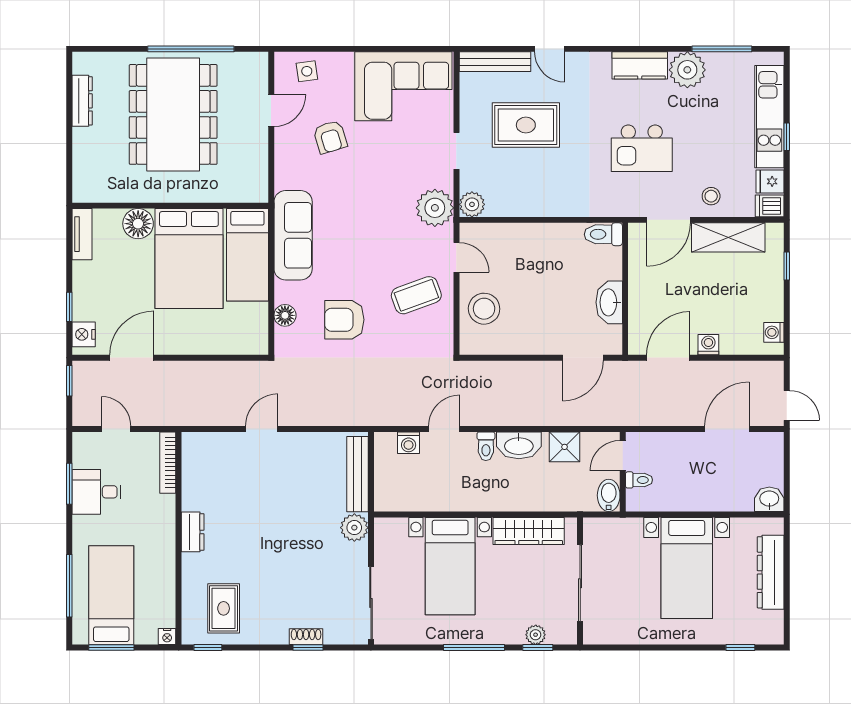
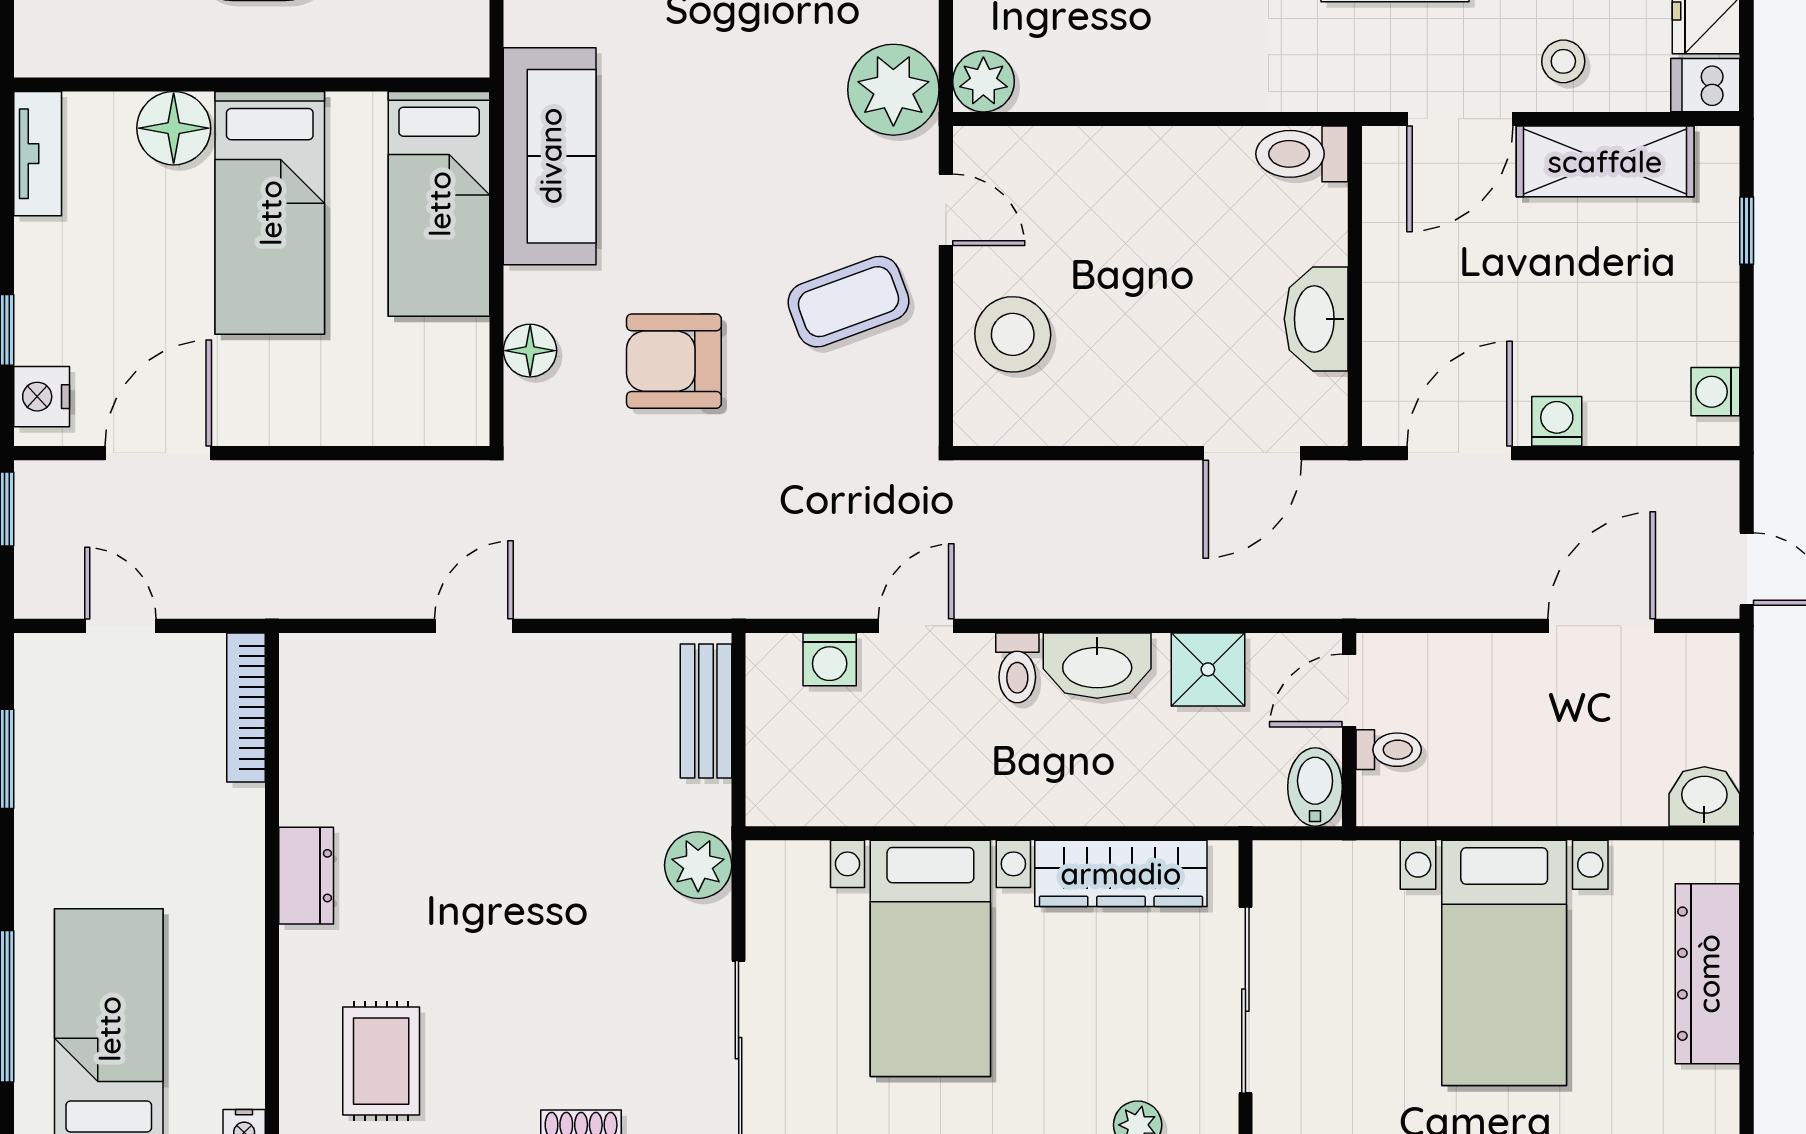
bed: (189, 259) -> (270, 213), width x0.67
bench: (358, 474) -> (706, 711), width x0.73
desk: (97, 492) -> (73, 779), removed

